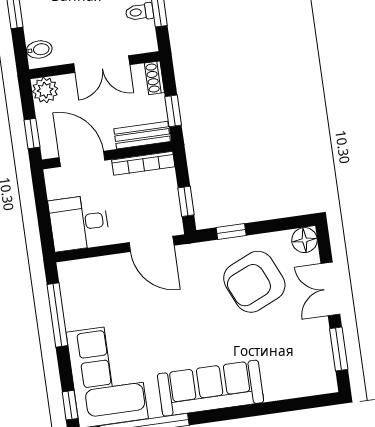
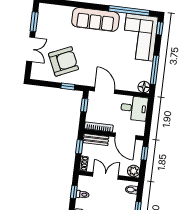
floor lamp: (304, 240) -> (144, 87), moved

